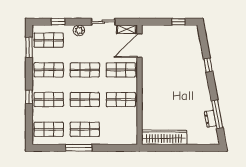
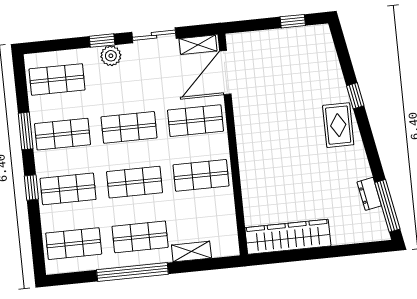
window: (58, 22) -> (102, 41), moved
window: (29, 47) -> (26, 131), moved
rug: (197, 80) -> (338, 125), added
window: (217, 114) -> (387, 206), moved
shelving: (112, 140) -> (191, 252), added
window: (79, 148) -> (132, 272), width x1.46

